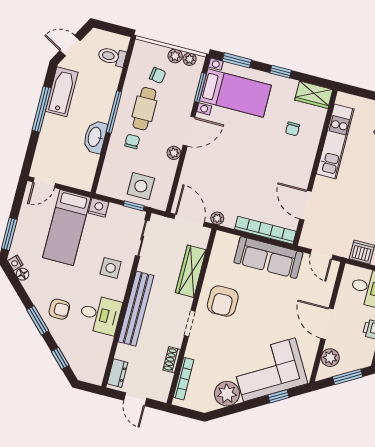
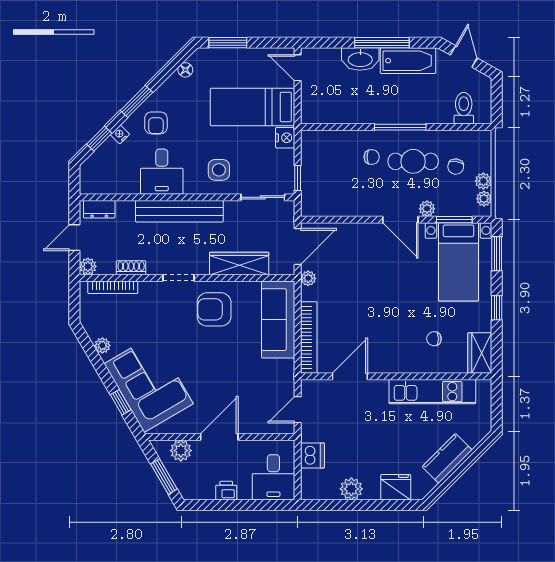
washbasin: (95, 137) -> (360, 59), moved, turned 180
plant: (174, 153) -> (427, 209), moved
side table: (141, 186) -> (323, 180), removed
sofa: (268, 258) -> (278, 320), moved
nightstand: (15, 263) -> (120, 134), moved
plant: (161, 394) -> (88, 266), added
plant: (227, 394) -> (102, 345), width x0.53, depth x0.53

